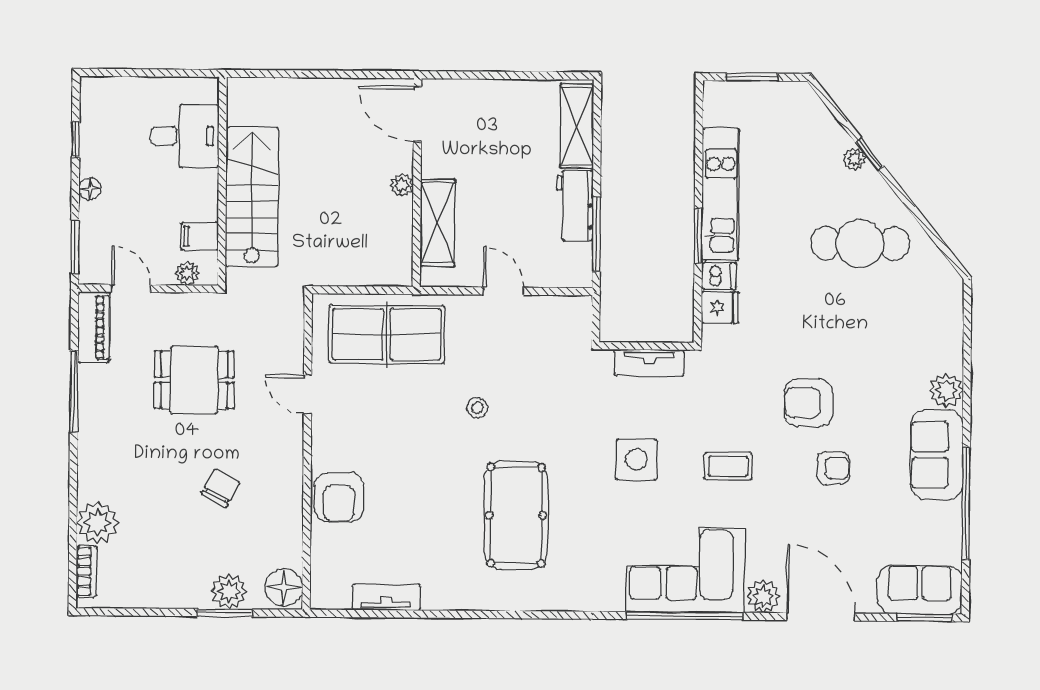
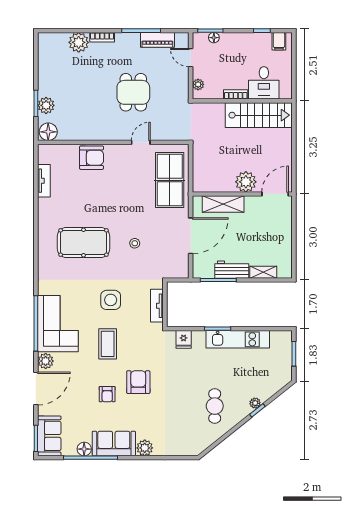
shelving: (577, 126) -> (263, 272), width x0.67, depth x0.75
plant: (402, 185) -> (246, 182), width x1.88, depth x1.88
floor lamp: (90, 189) -> (214, 38), moved
bookcase: (209, 195) -> (236, 94), added
stairs: (252, 197) -> (259, 115), moved
filing cabinet: (199, 236) -> (279, 41), moved, turned 180
cafe table: (860, 243) -> (215, 406), width x0.73, depth x0.74
dishwasher: (719, 276) -> (199, 339), removed
door: (131, 288) -> (191, 58), swing flipped
door: (504, 291) -> (191, 236), width x1.87
piano: (94, 327) -> (157, 40), moved
dining table: (194, 380) -> (133, 92), moved
stool: (477, 408) -> (135, 243), moved
coffee table: (728, 466) -> (108, 344), width x1.36, depth x1.30
chair: (220, 488) -> (95, 101), removed
armchair: (339, 497) -> (92, 158), turned 180
floor lamp: (948, 517) -> (84, 449), added
bookcase: (86, 571) -> (102, 37), moved

